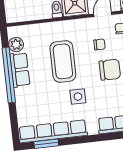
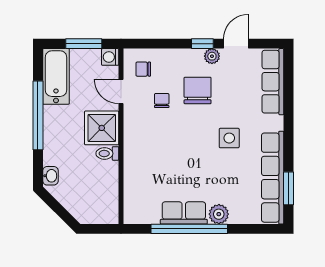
plant: (16, 45) -> (219, 214), moved
coffee table: (63, 61) -> (179, 153), removed

